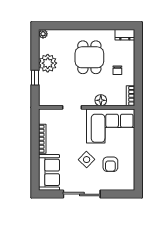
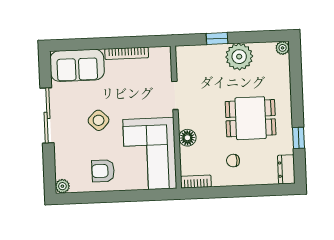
window: (104, 26) -> (298, 138), added
armchair: (110, 164) -> (103, 171), moved
plant: (130, 186) -> (62, 186), added

